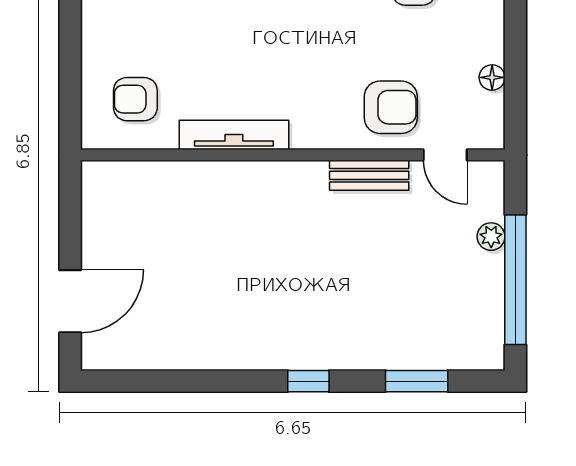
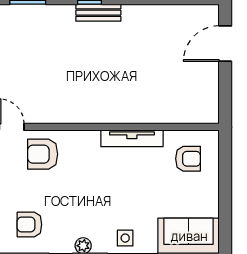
bench: (369, 175) -> (98, 13), moved

